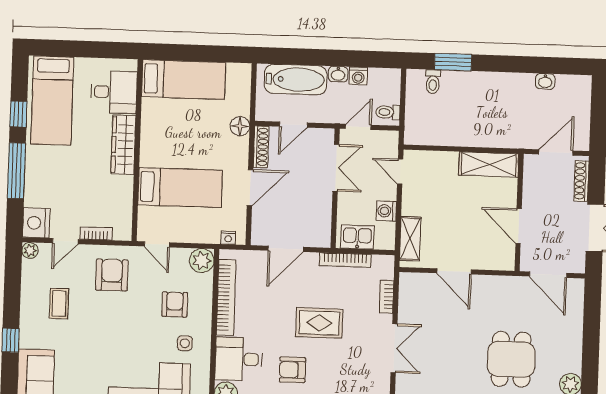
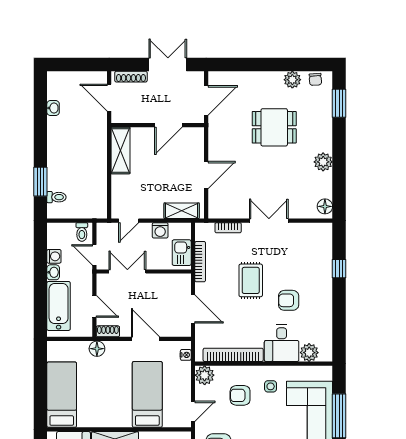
shoe rack: (261, 147) -> (108, 331), width x0.70
armchair: (292, 370) -> (289, 300), turned 90

